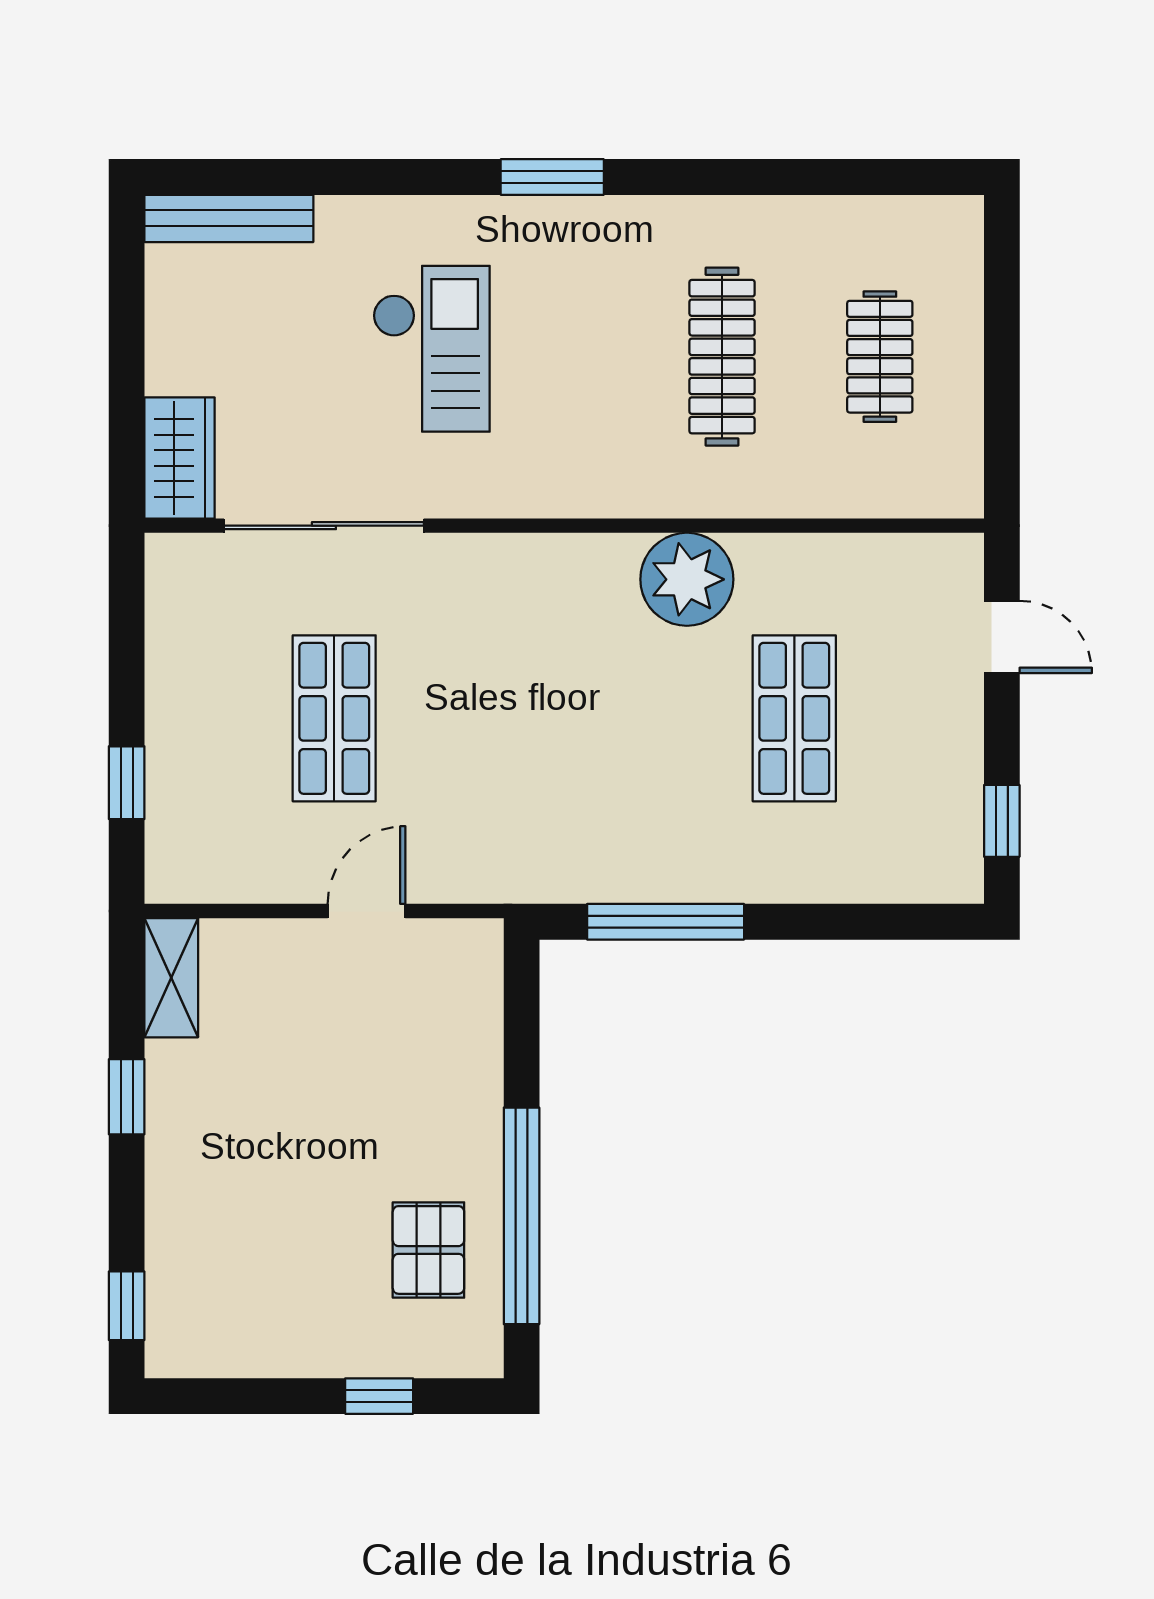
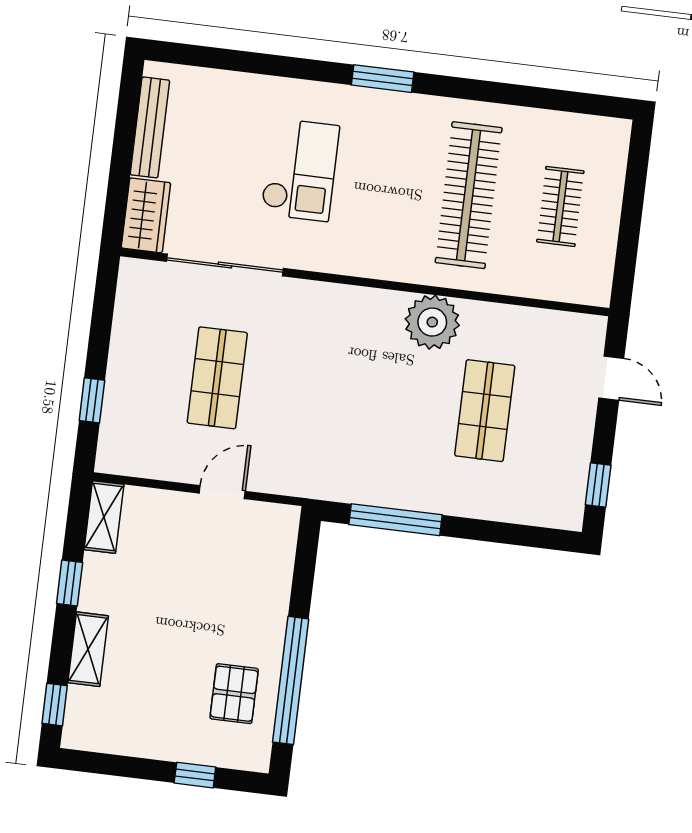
bench: (229, 218) -> (150, 127), moved, turned 90
clothes rail: (722, 357) -> (469, 195), width x1.37, depth x1.31
shelving: (172, 1205) -> (88, 649), added

